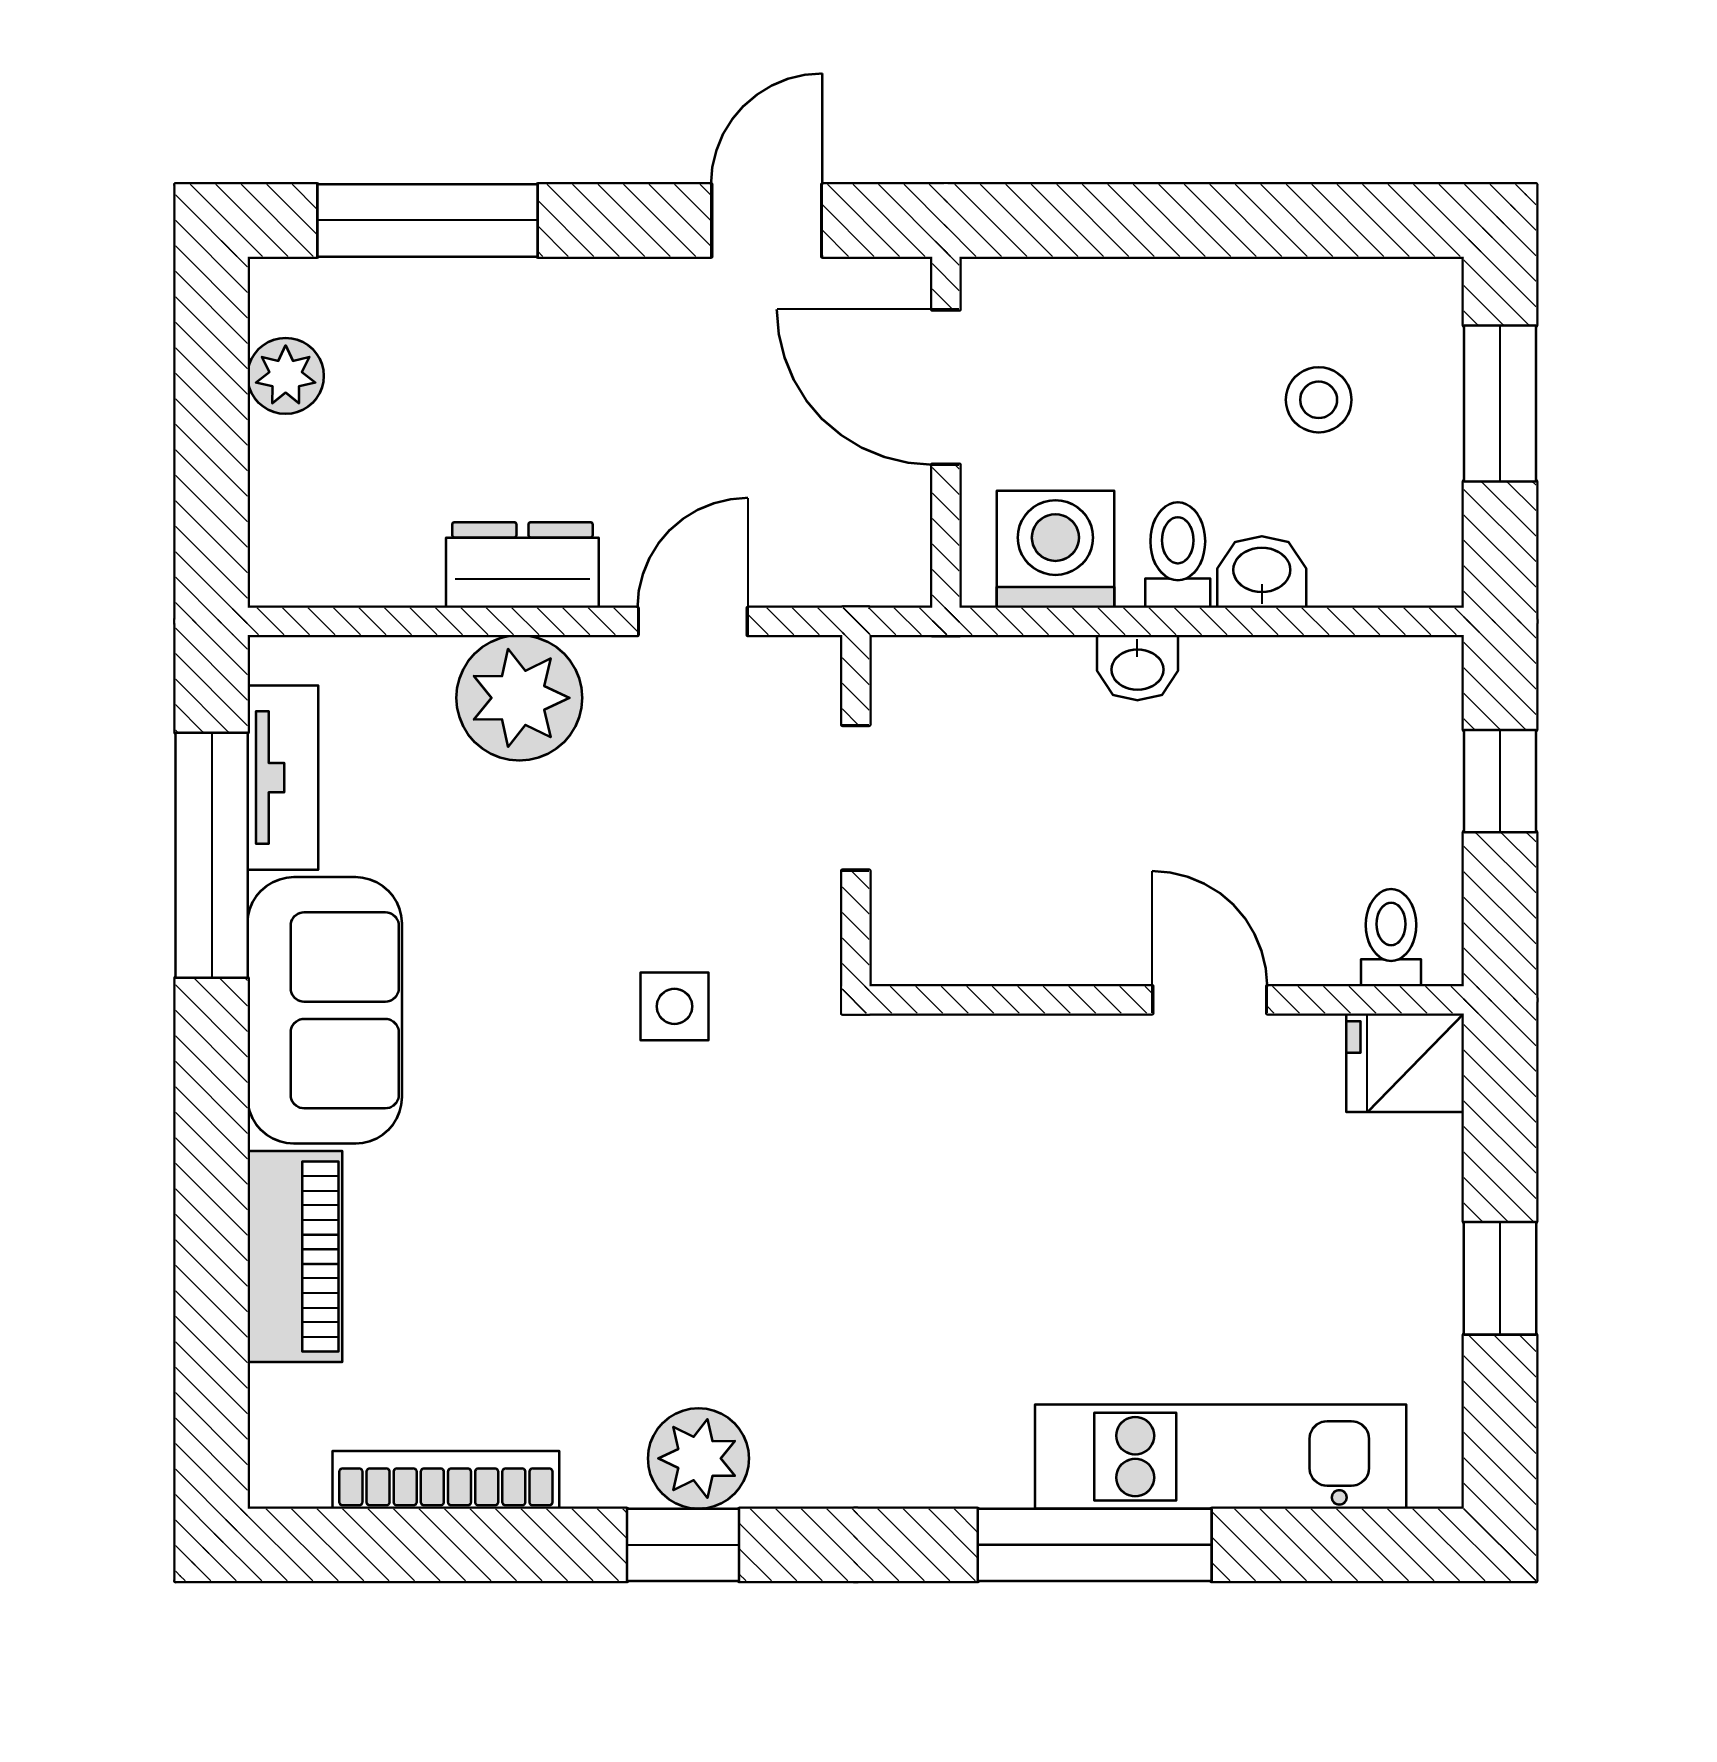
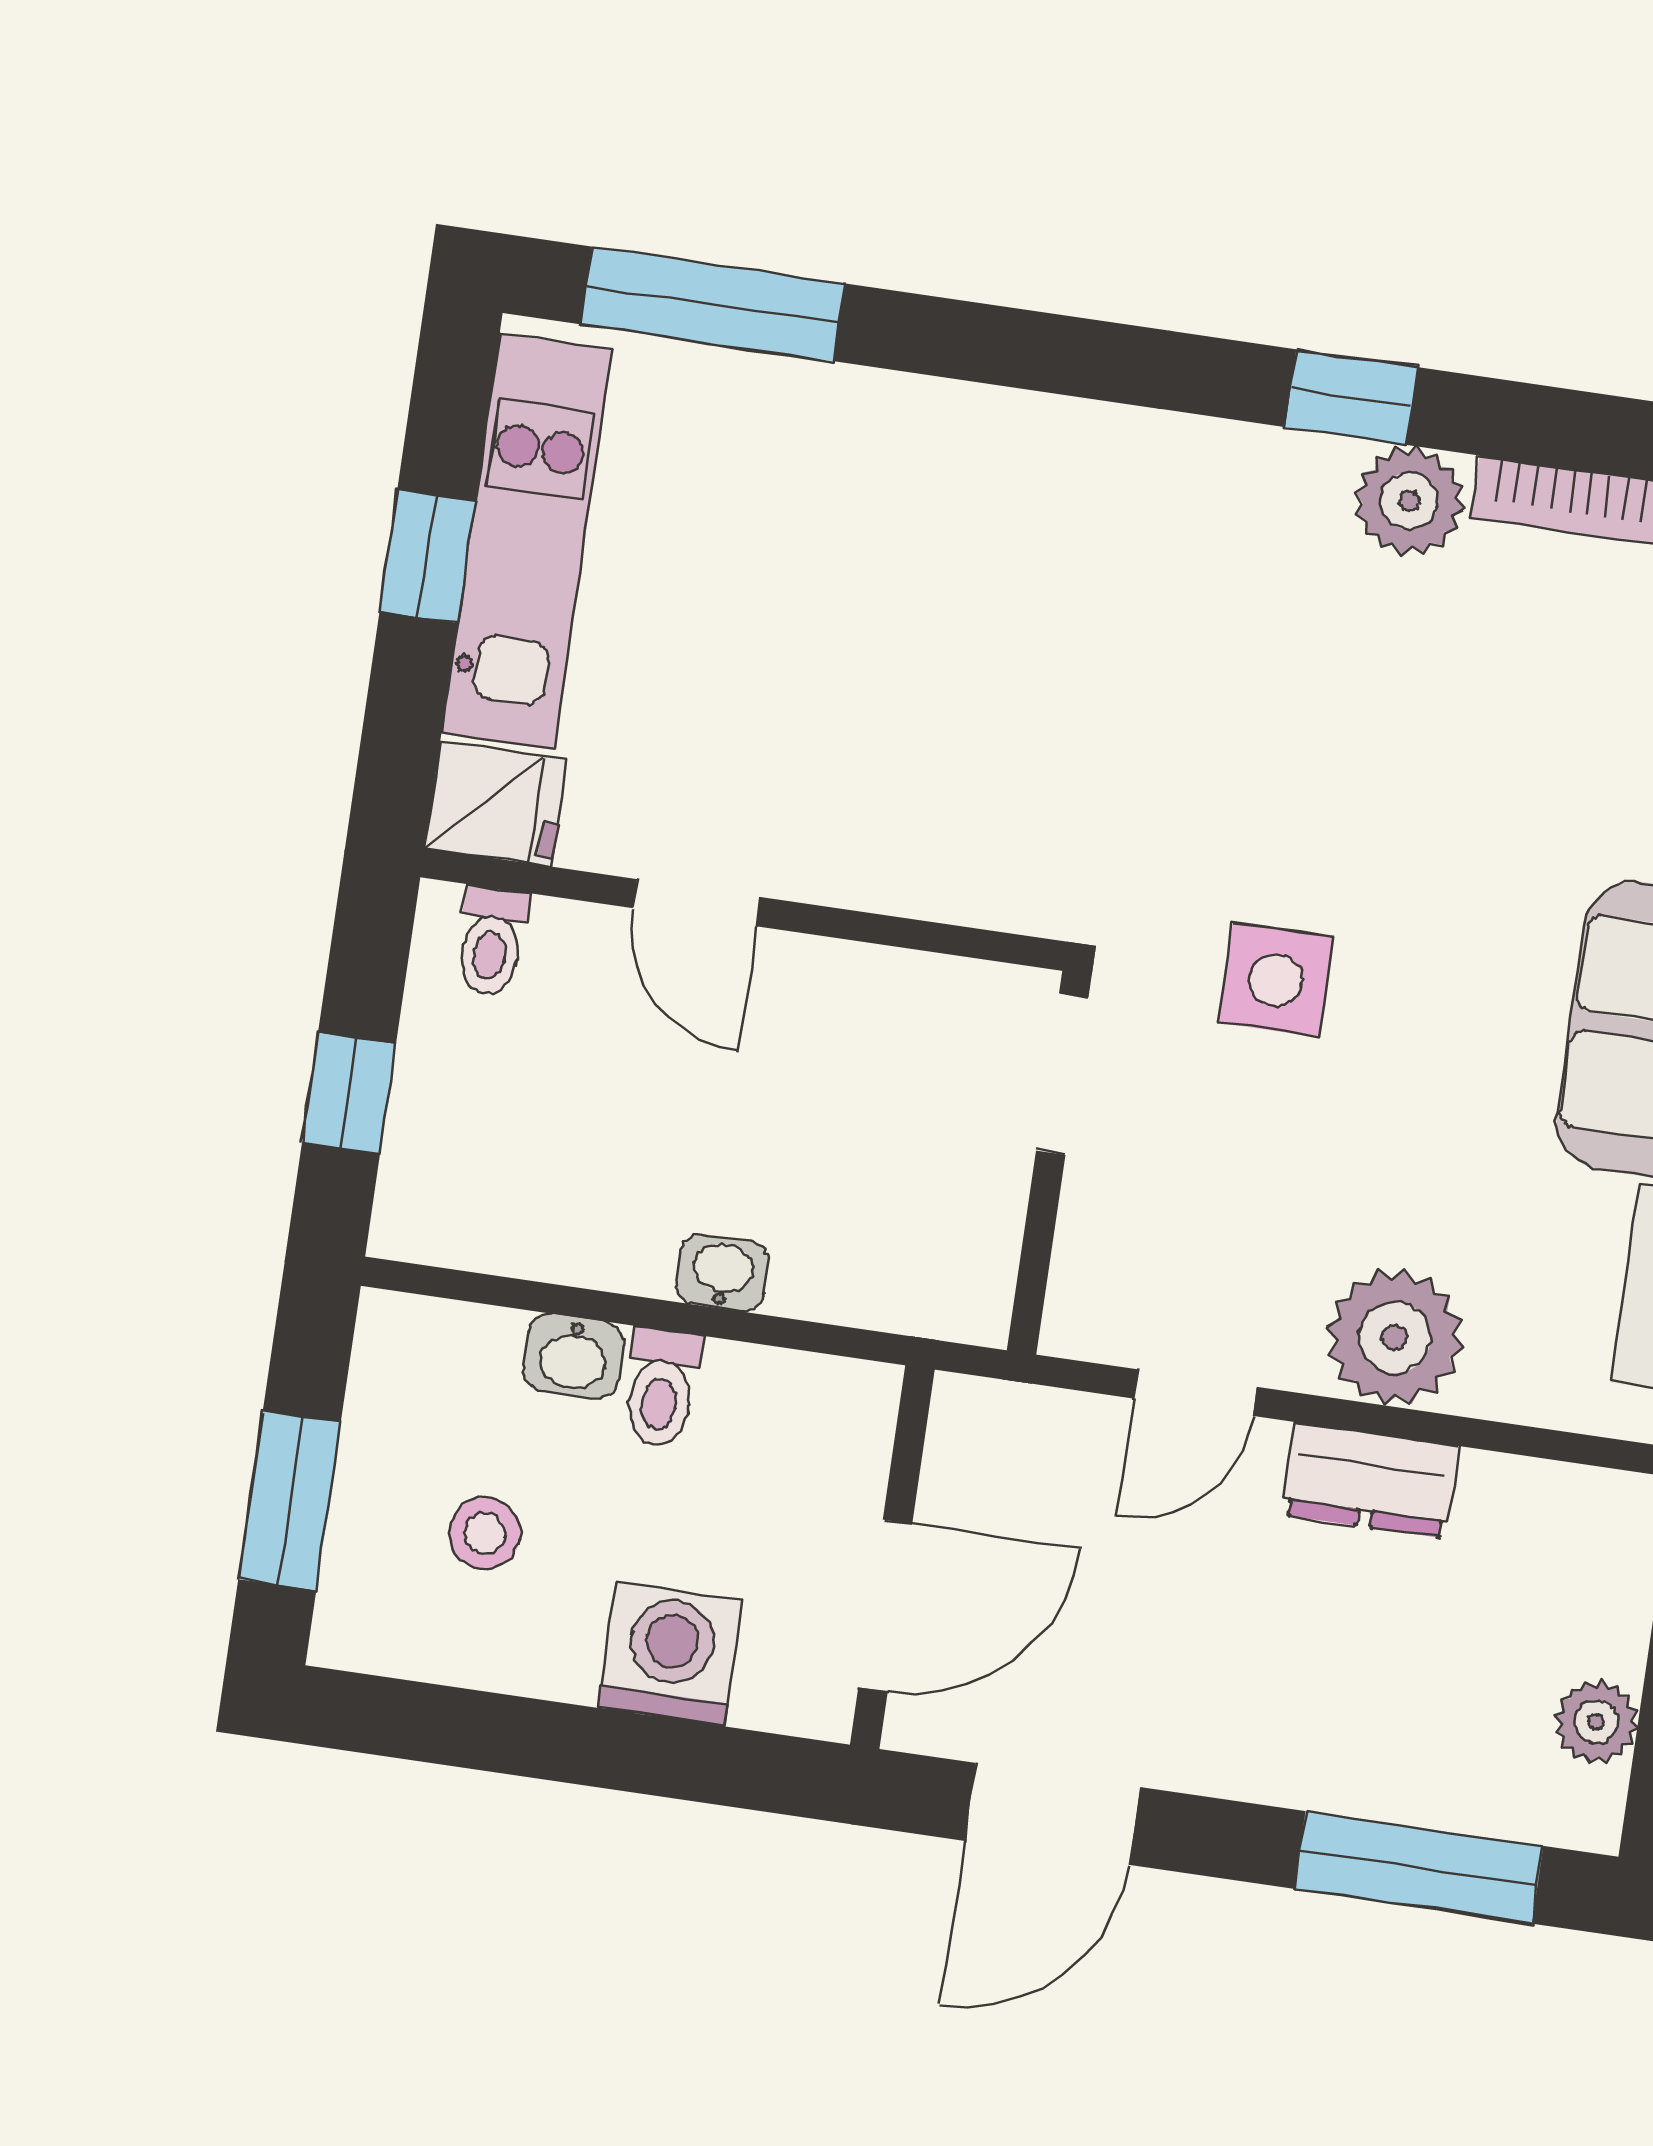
door: (767, 220) -> (1052, 1814), width x1.38
door: (946, 387) -> (885, 1606), hinge flipped
washing machine: (1055, 549) -> (670, 1654), moved, turned 180
doorway: (856, 798) -> (1062, 1074), moved
side table: (674, 1006) -> (1276, 980), width x1.37, depth x1.37
kitchen unit: (1221, 1457) -> (527, 542), moved, turned -90
plant: (698, 1458) -> (1409, 501), moved
window: (1095, 1545) -> (713, 304), moved

